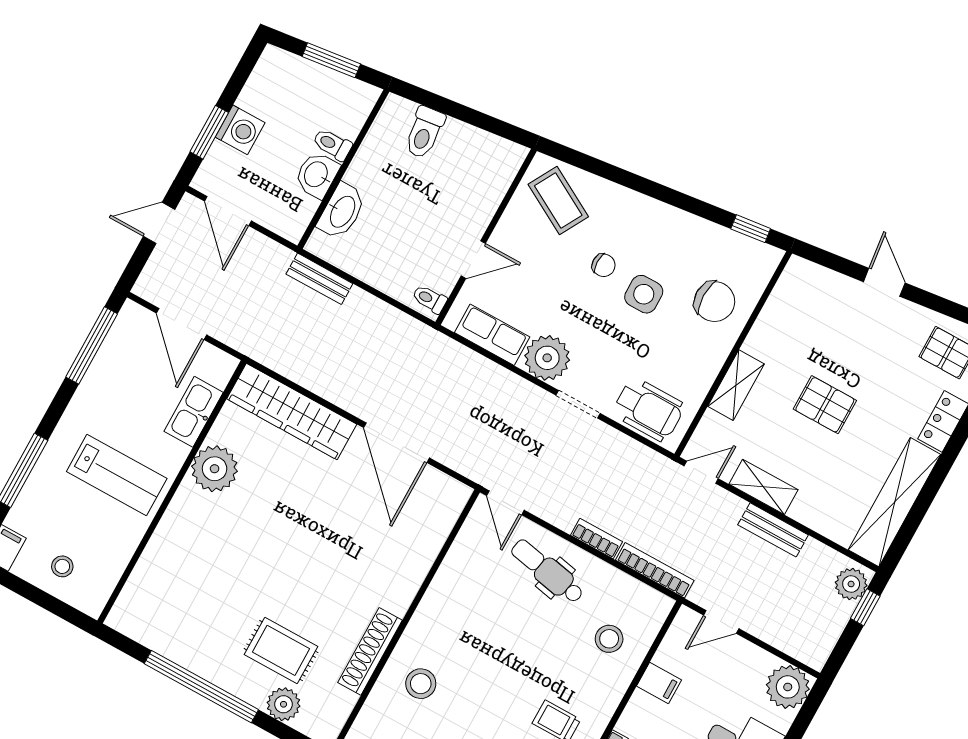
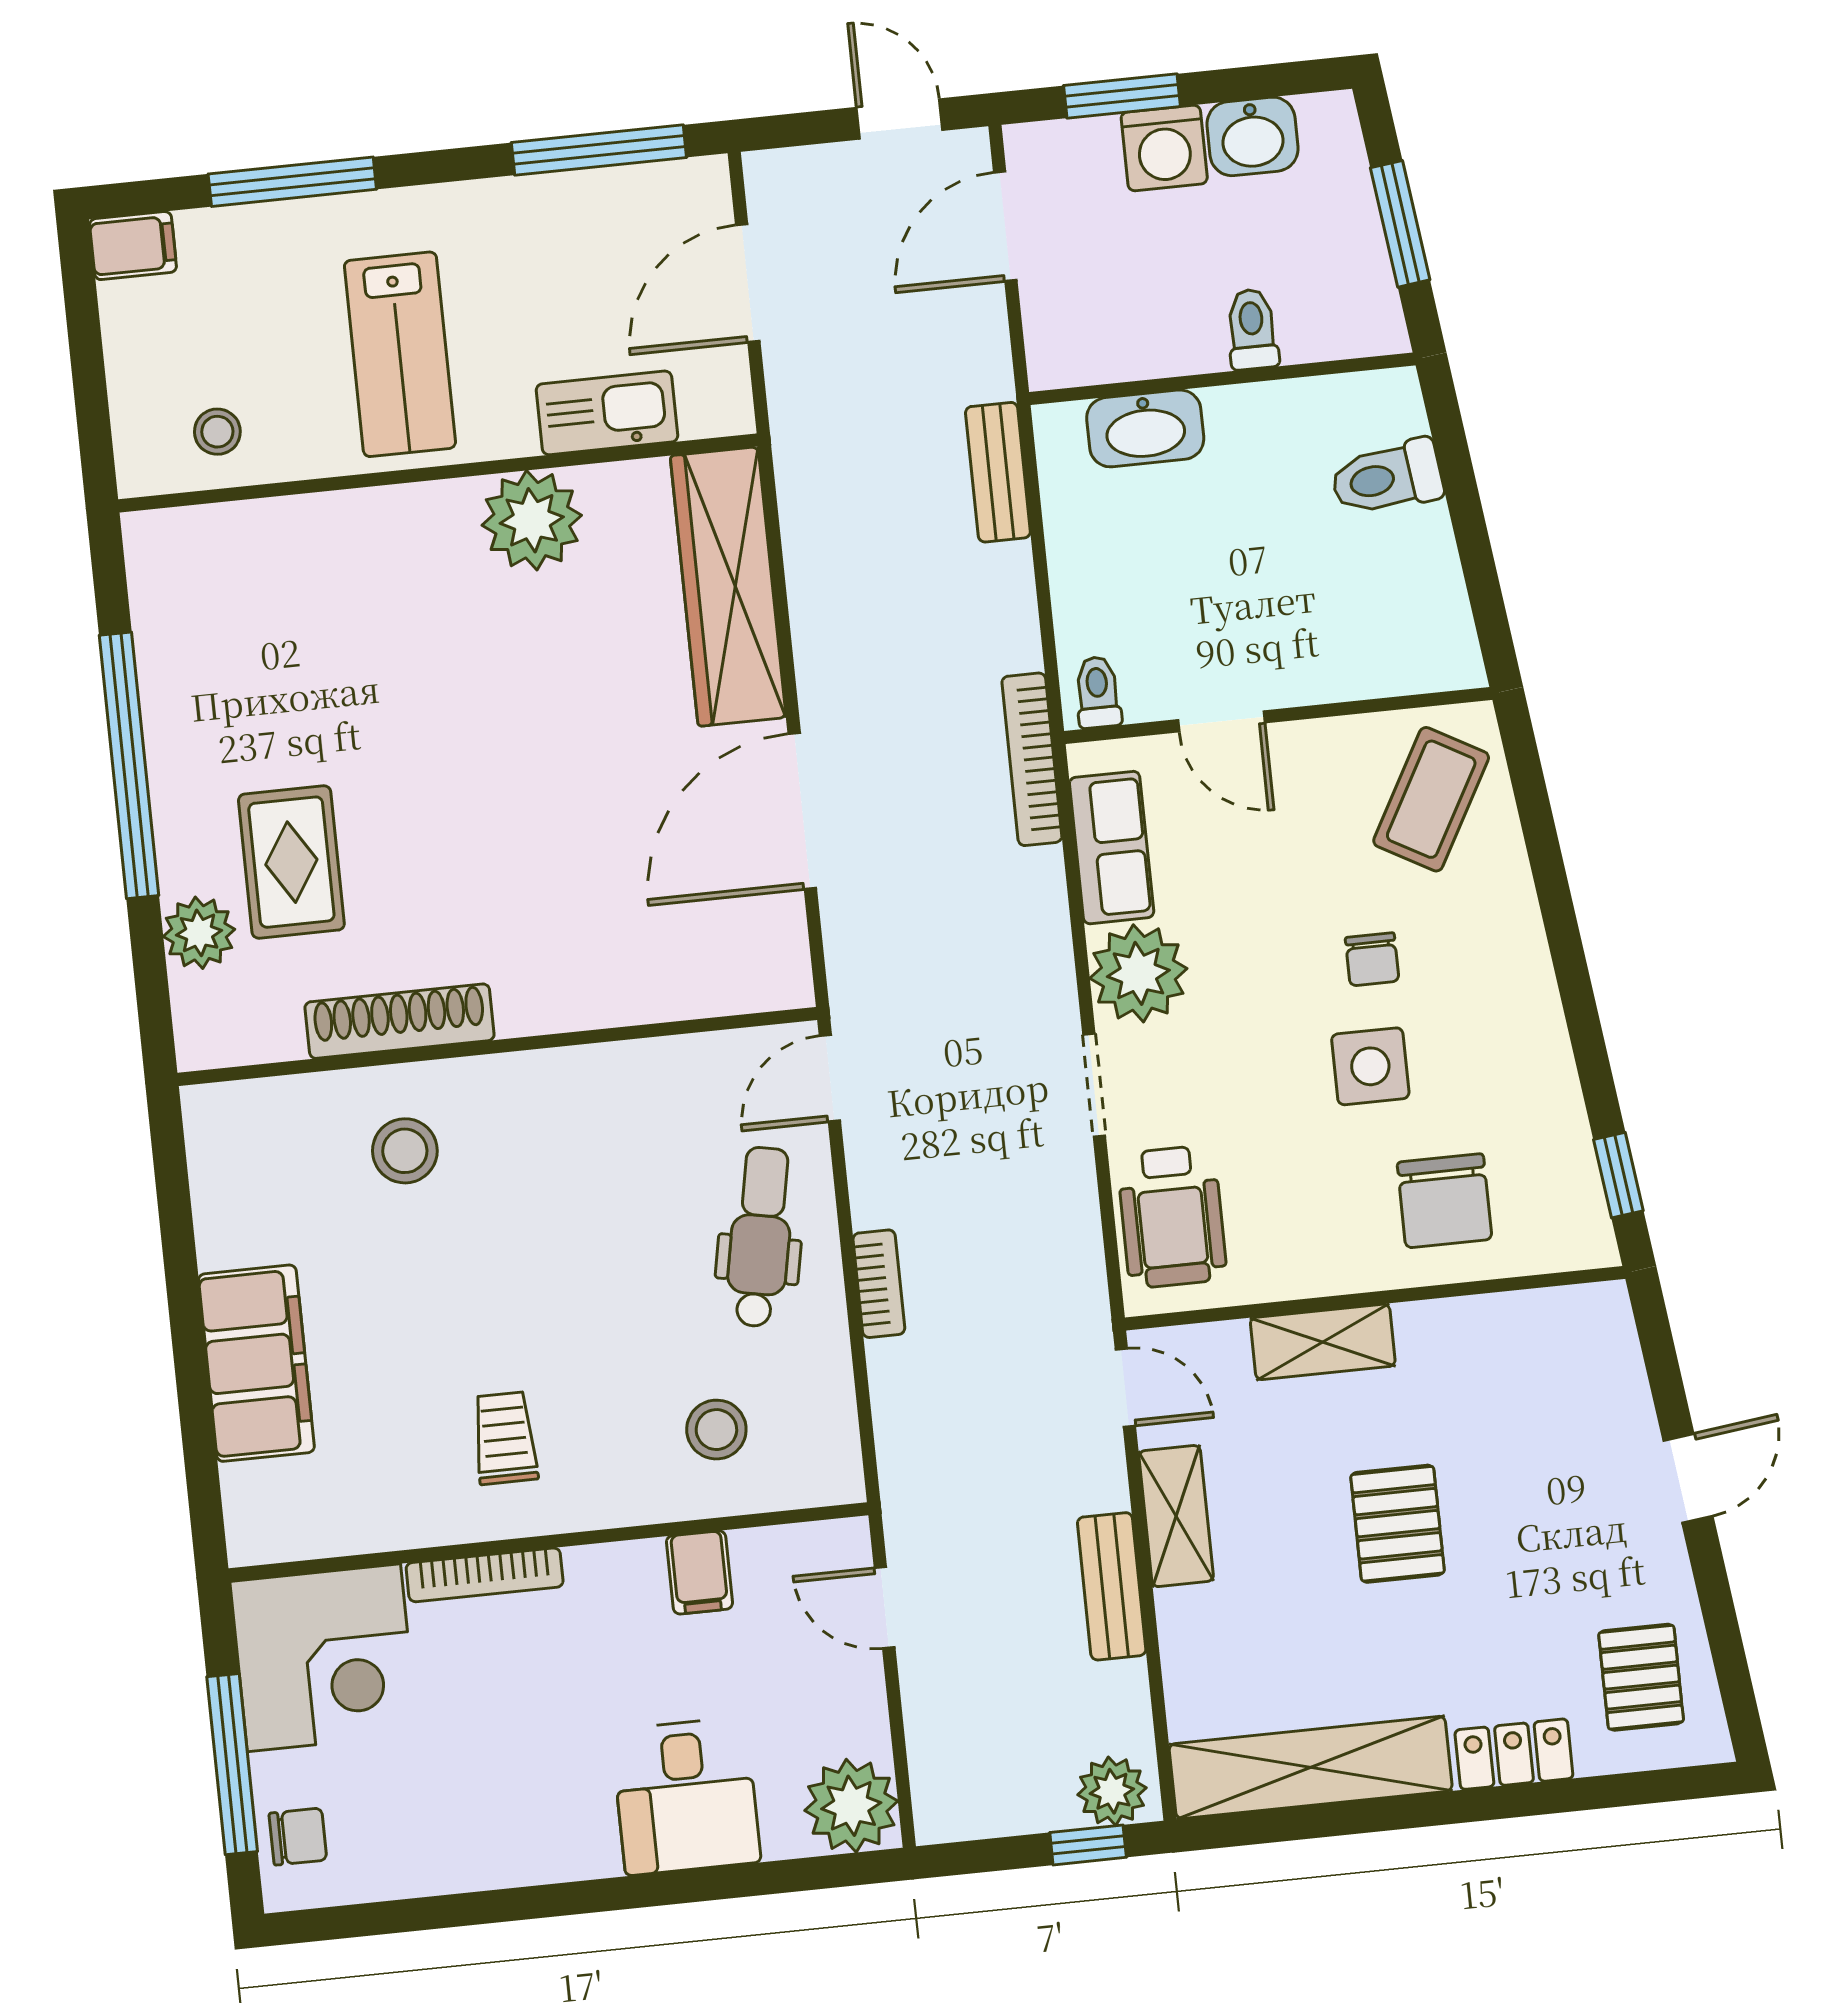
washbasin: (317, 175) -> (1252, 136), moved, turned 180
stool: (62, 566) -> (217, 432), moved
bookcase: (655, 570) -> (1032, 759), moved, turned 180

